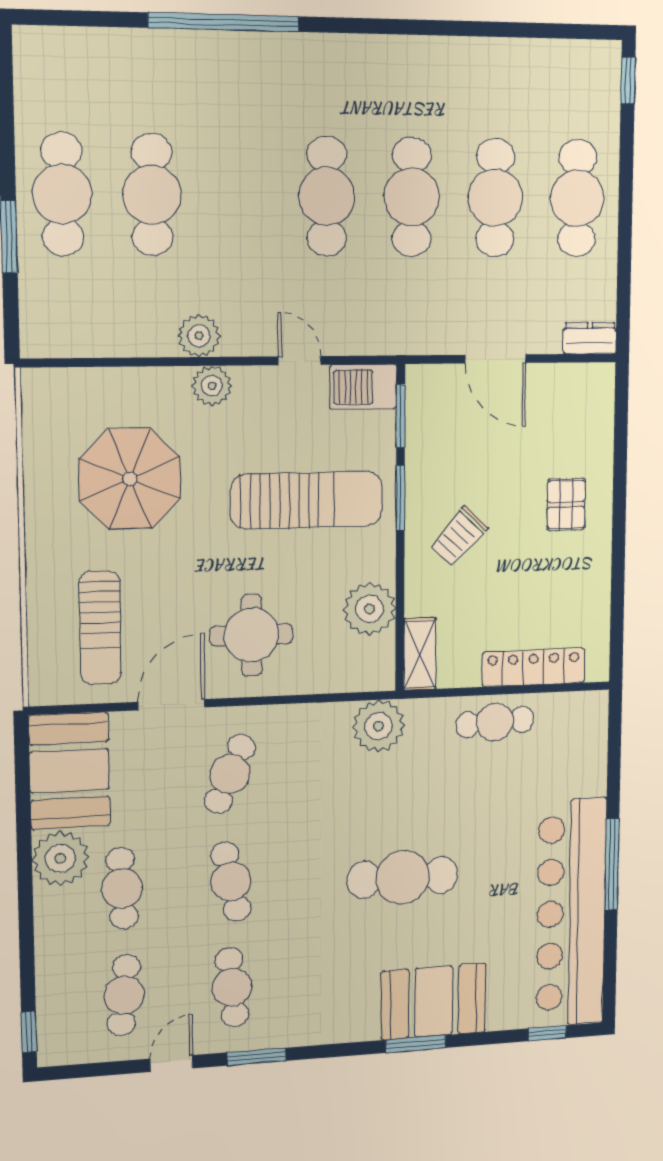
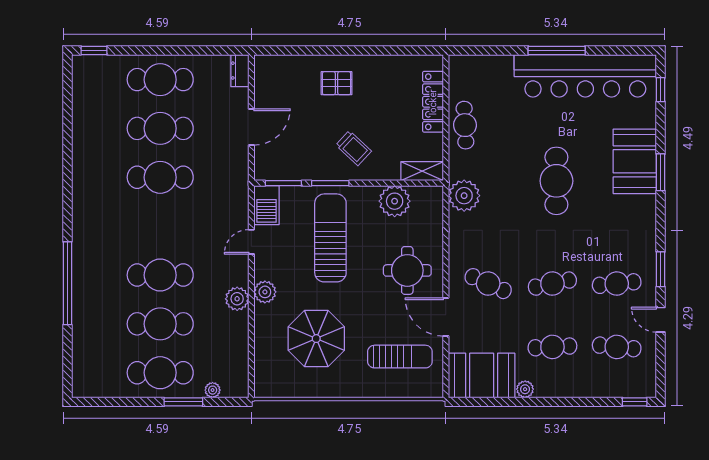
cafe table: (327, 196) -> (160, 275), moved
plant: (32, 291) -> (213, 390), added
plant: (60, 858) -> (525, 389), width x0.53, depth x0.53

